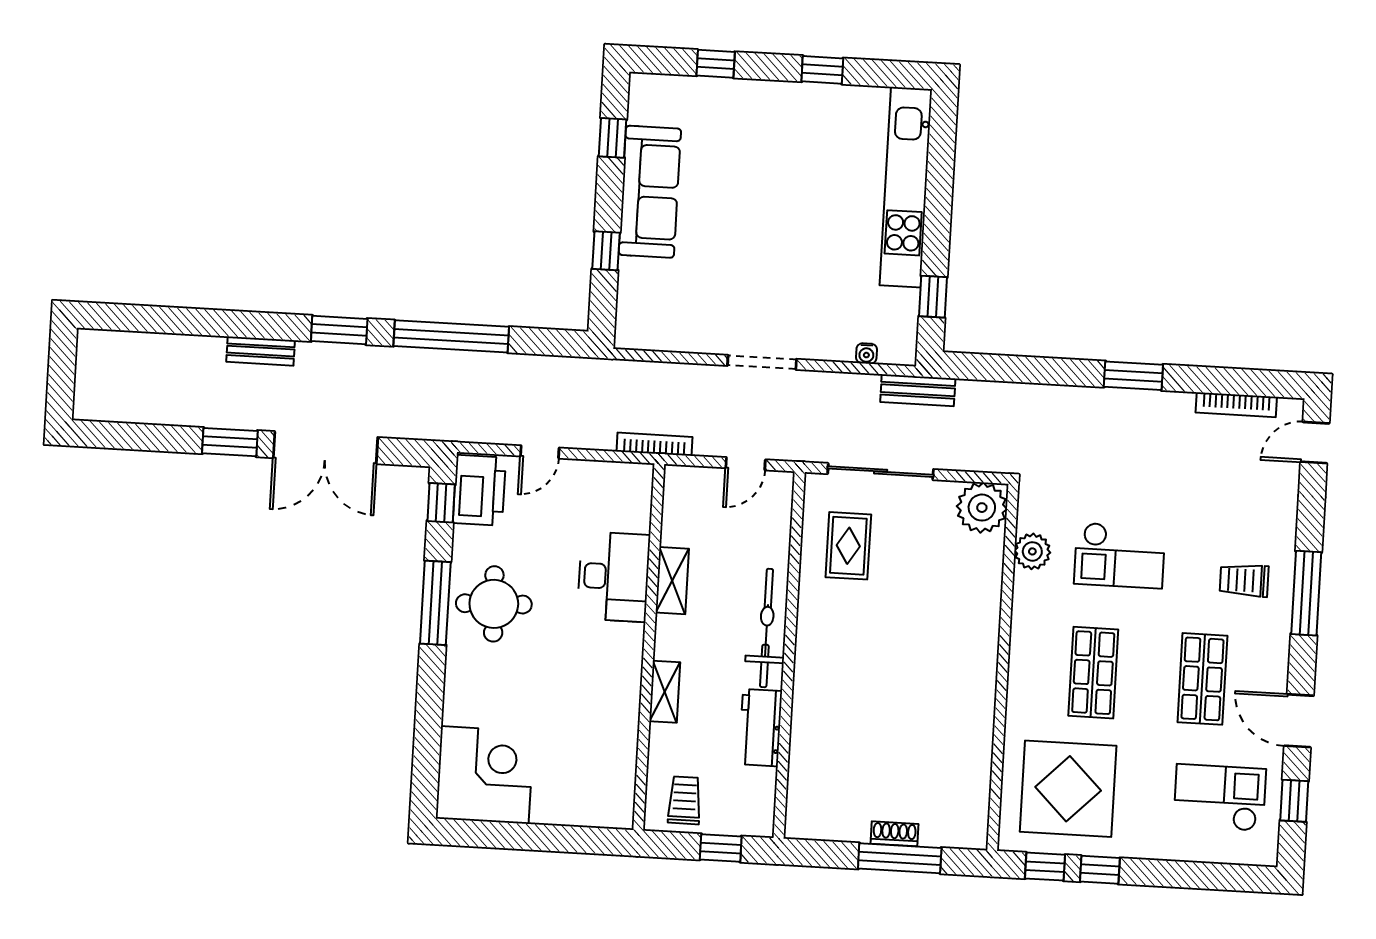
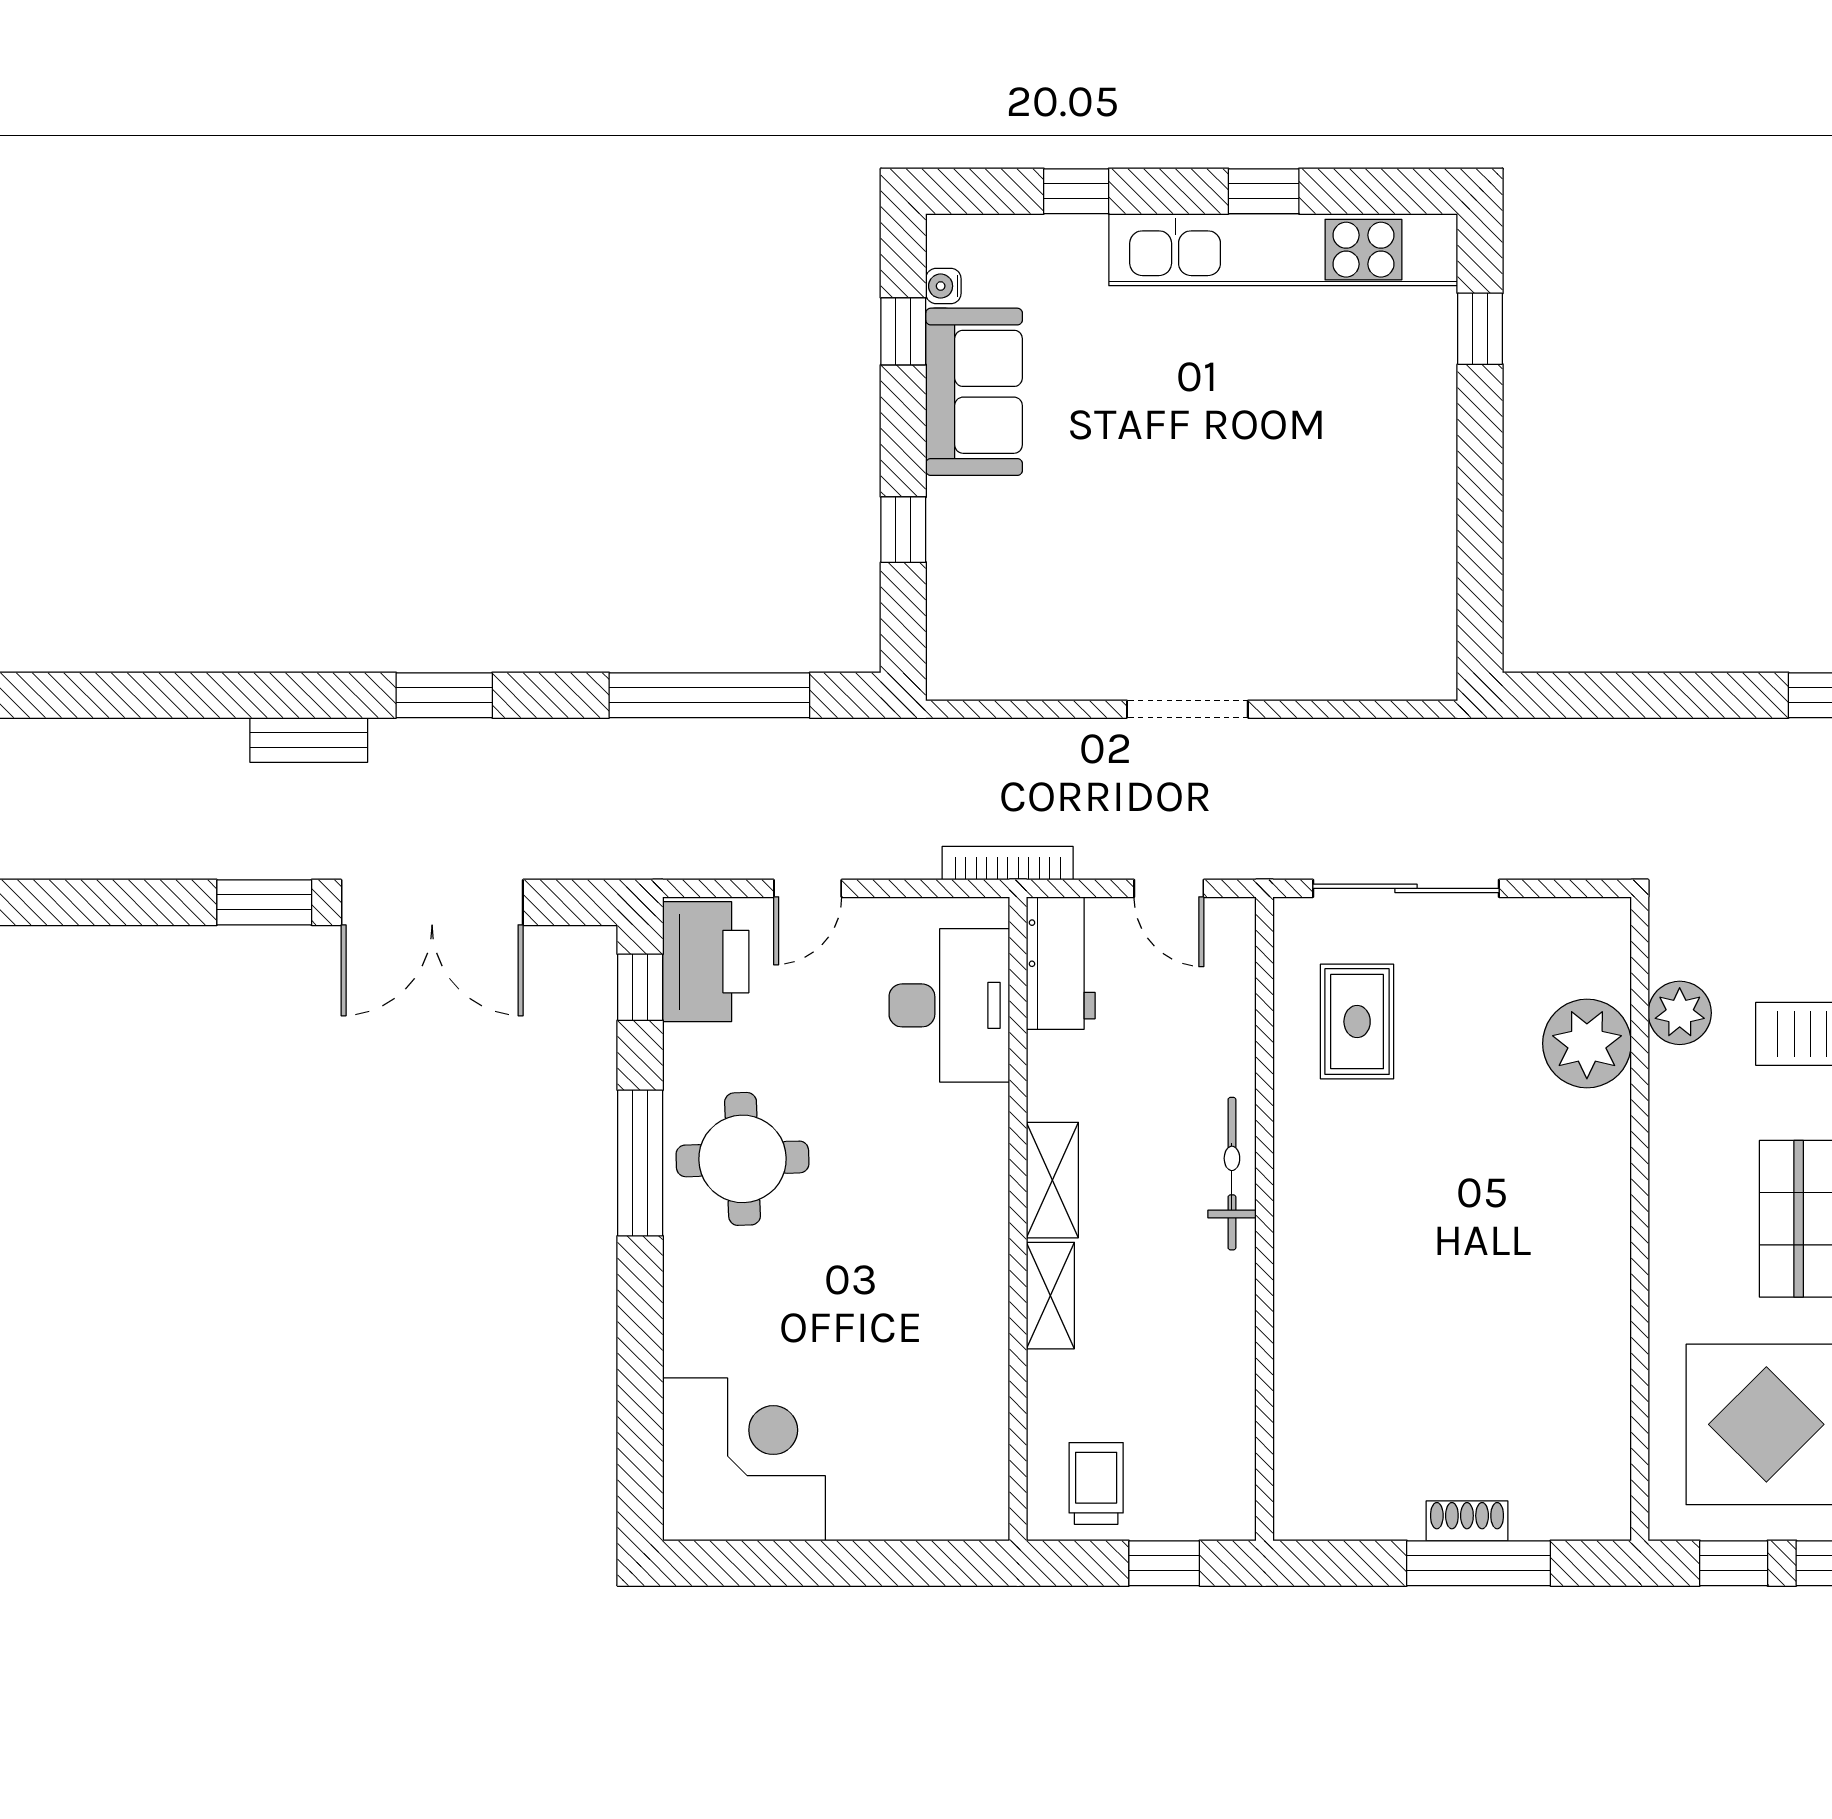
kitchen unit: (906, 187) -> (1283, 250), moved, turned -90
sofa: (650, 192) -> (974, 392), width x0.73
window: (933, 297) -> (1480, 329), moved
window: (451, 336) -> (709, 695), moved
water cooler: (866, 353) -> (943, 286), moved, turned 90
bench: (918, 390) -> (1463, 742), removed
door: (746, 464) -> (1169, 888), hinge flipped
plant: (982, 508) -> (1587, 1043), moved
desk: (614, 577) -> (949, 1005), moved
shelving: (672, 581) -> (1052, 1180), moved
bicycle: (767, 628) -> (1232, 1174), width x0.73, depth x0.71
workbench: (761, 728) -> (1061, 963), moved, turned 180

